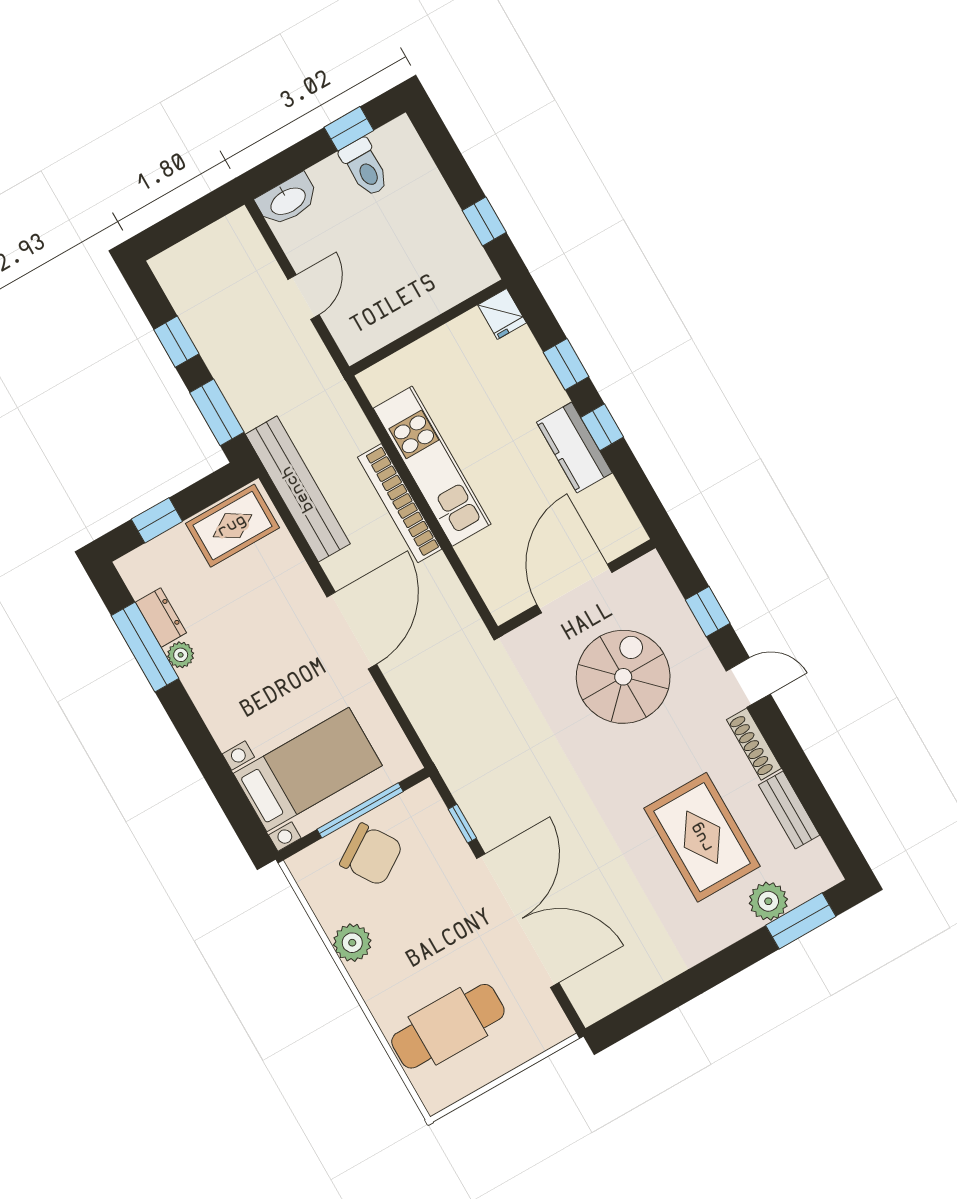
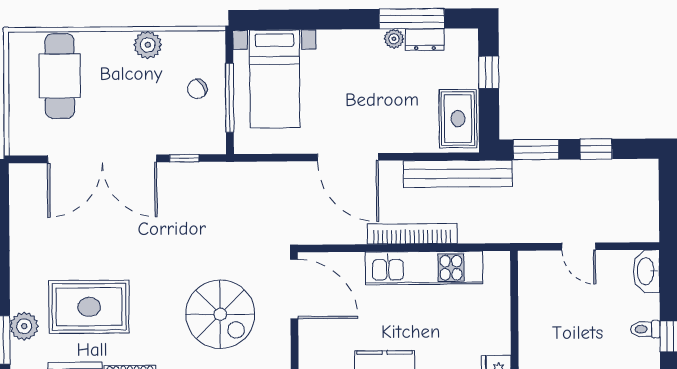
toilet: (365, 167) -> (645, 329), width x0.73, depth x0.72
door: (574, 589) -> (294, 289), moved
chair: (371, 855) -> (197, 89), width x0.54, depth x0.54

